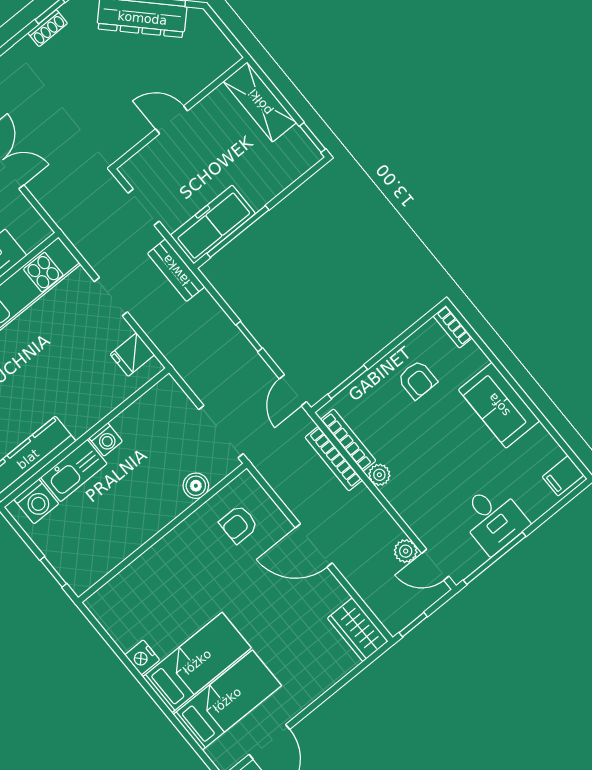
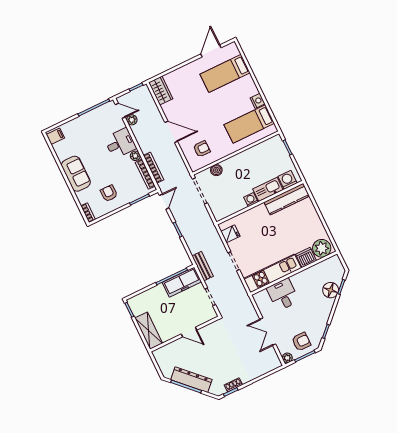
desk: (493, 519) -> (120, 143), moved, turned 90
bed: (197, 662) -> (249, 124), moved

